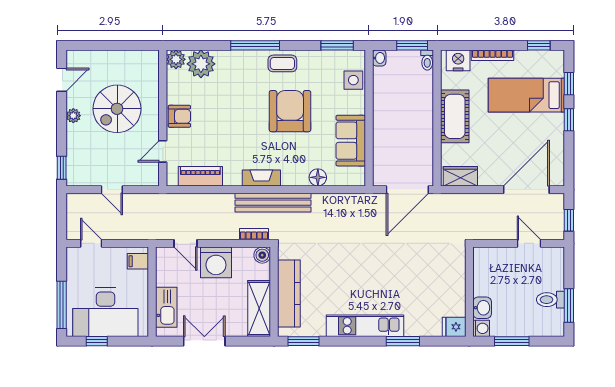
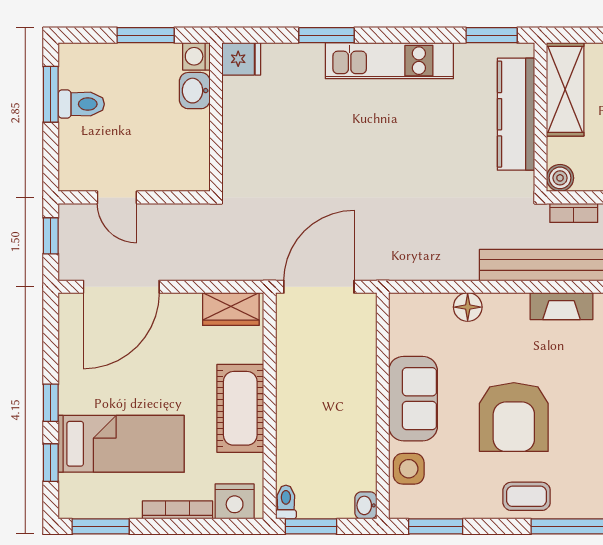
window: (539, 45) -> (101, 526), width x1.50
sofa: (351, 141) -> (413, 399), moved

